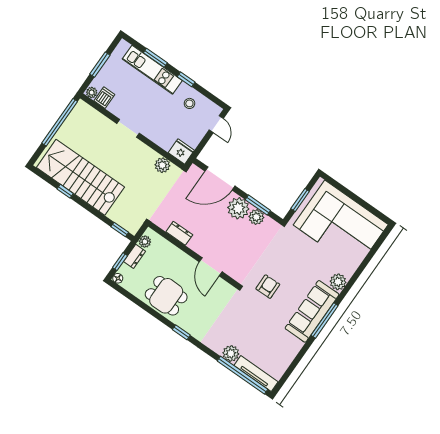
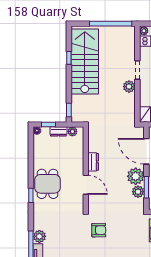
plant: (162, 165) -> (129, 87), moved
dresser: (179, 233) -> (93, 162), moved
door: (211, 267) -> (86, 185), swing flipped
dining table: (166, 296) -> (47, 184), moved

